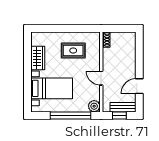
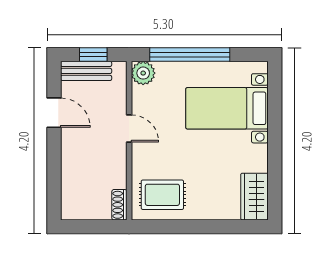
rug: (73, 51) -> (162, 195), moved
wardrobe: (38, 58) -> (254, 197), moved
door: (139, 86) -> (54, 113), hinge flipped

